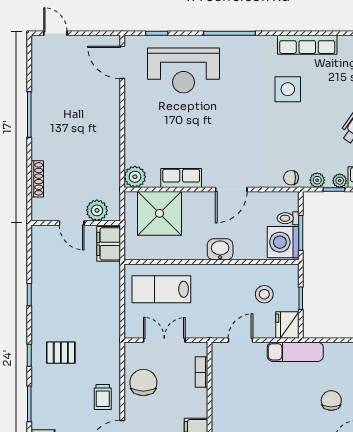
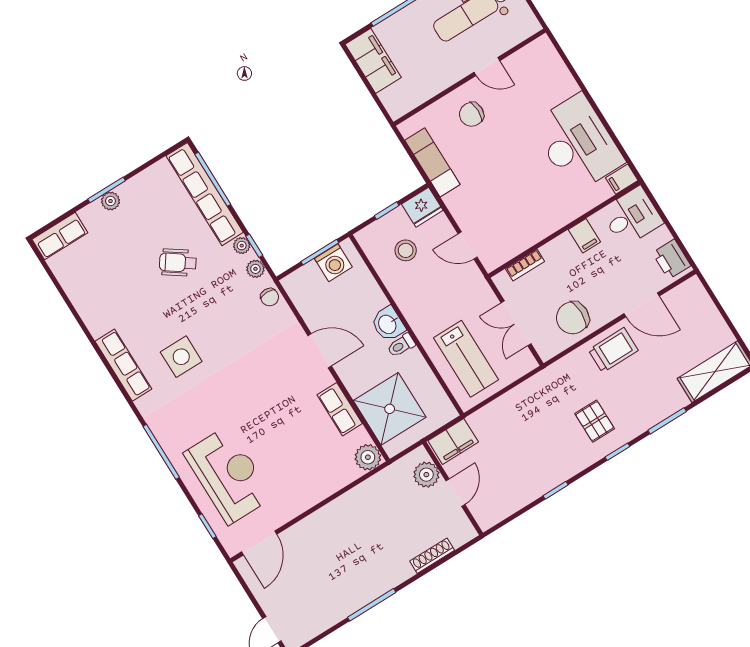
toilet: (288, 218) -> (401, 345), moved, turned 90
washing machine: (283, 242) -> (333, 263), width x0.73, depth x0.73
exam couch: (295, 352) -> (432, 162), moved
trolley: (103, 397) -> (613, 350), width x1.36, depth x1.39

